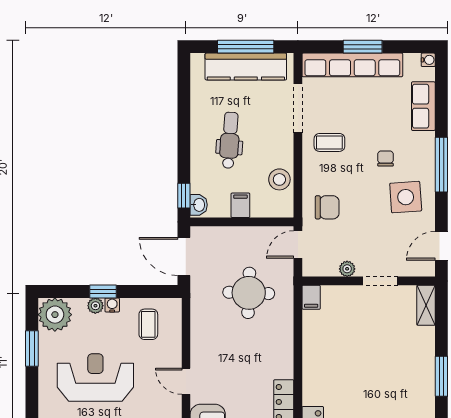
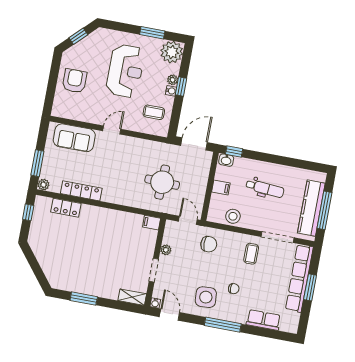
water cooler: (428, 60) -> (155, 303), moved
chair: (327, 207) -> (209, 244), turned -91

